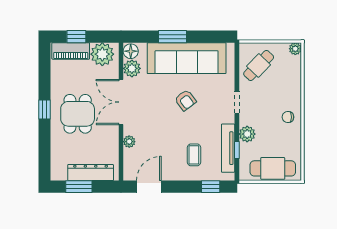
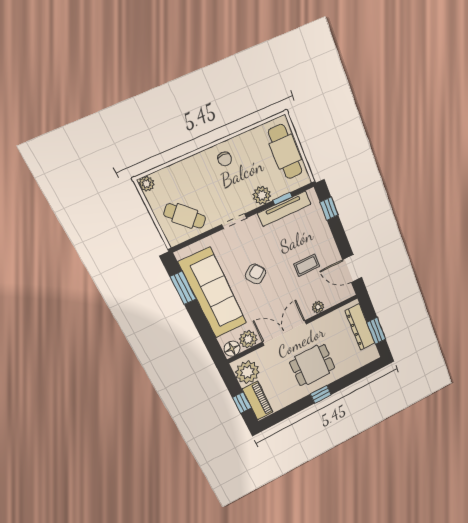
window: (172, 37) -> (183, 288), moved
double door: (121, 102) -> (285, 333), swing flipped
coffee table: (194, 155) -> (307, 265), moved

